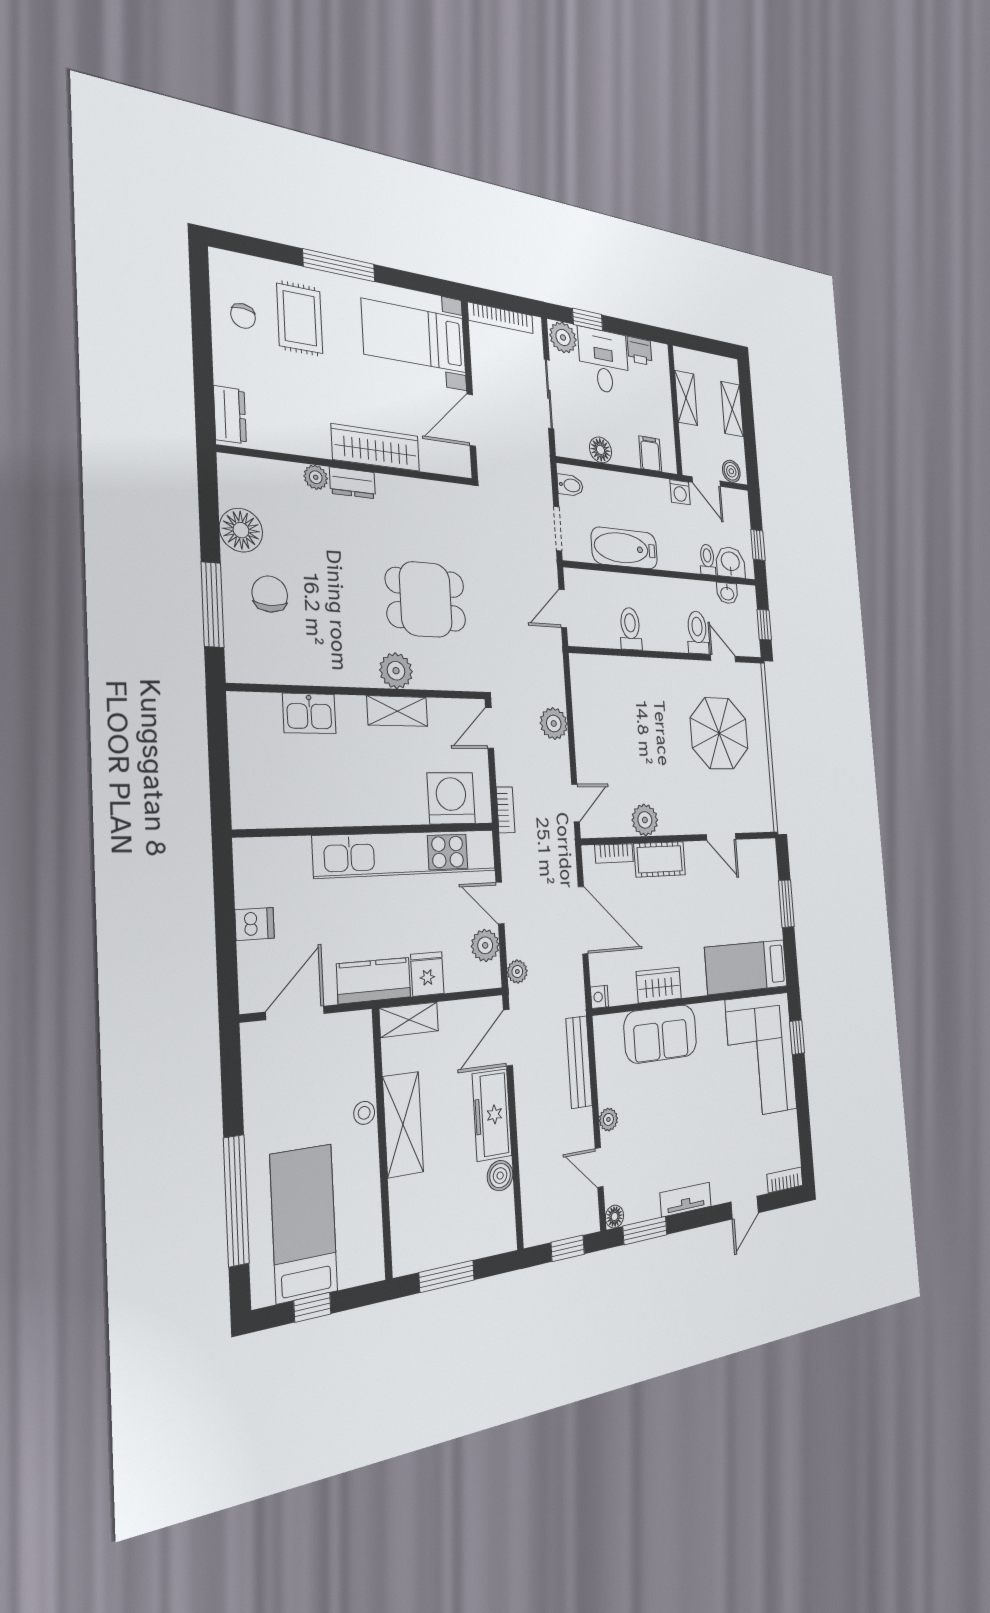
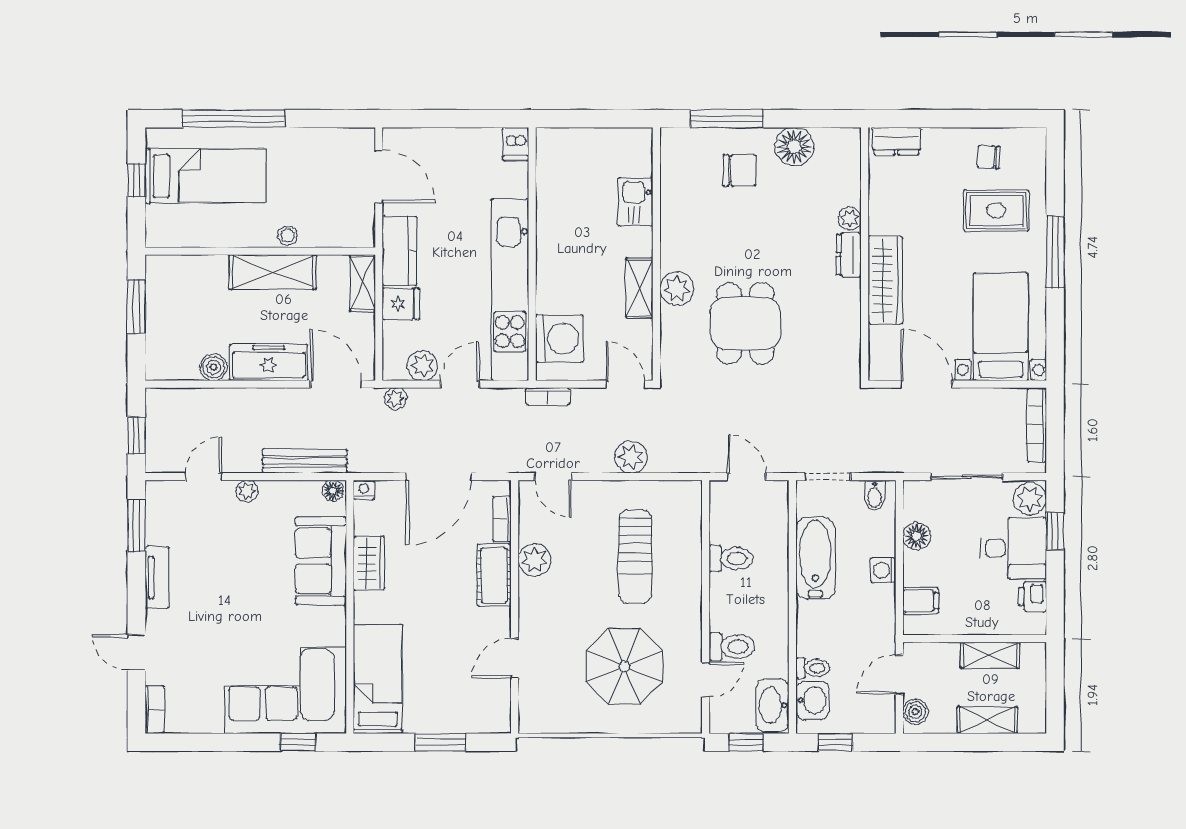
washing machine: (680, 492) -> (883, 570), moved
washbasin: (727, 593) -> (773, 705), width x1.91, depth x1.45
sun lounger: (635, 721) -> (635, 557), added
dishwasher: (255, 924) -> (516, 144), moved
floor lamp: (615, 1217) -> (333, 491), moved

